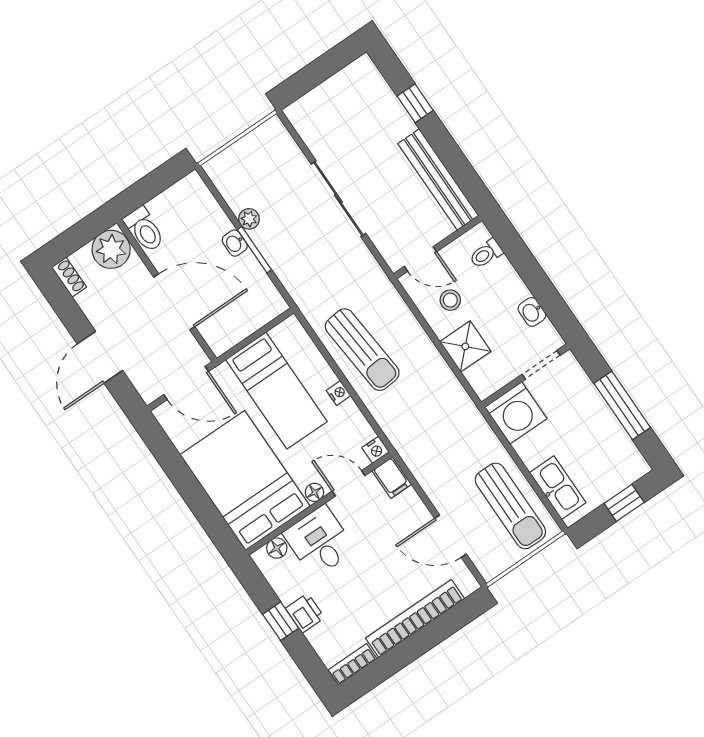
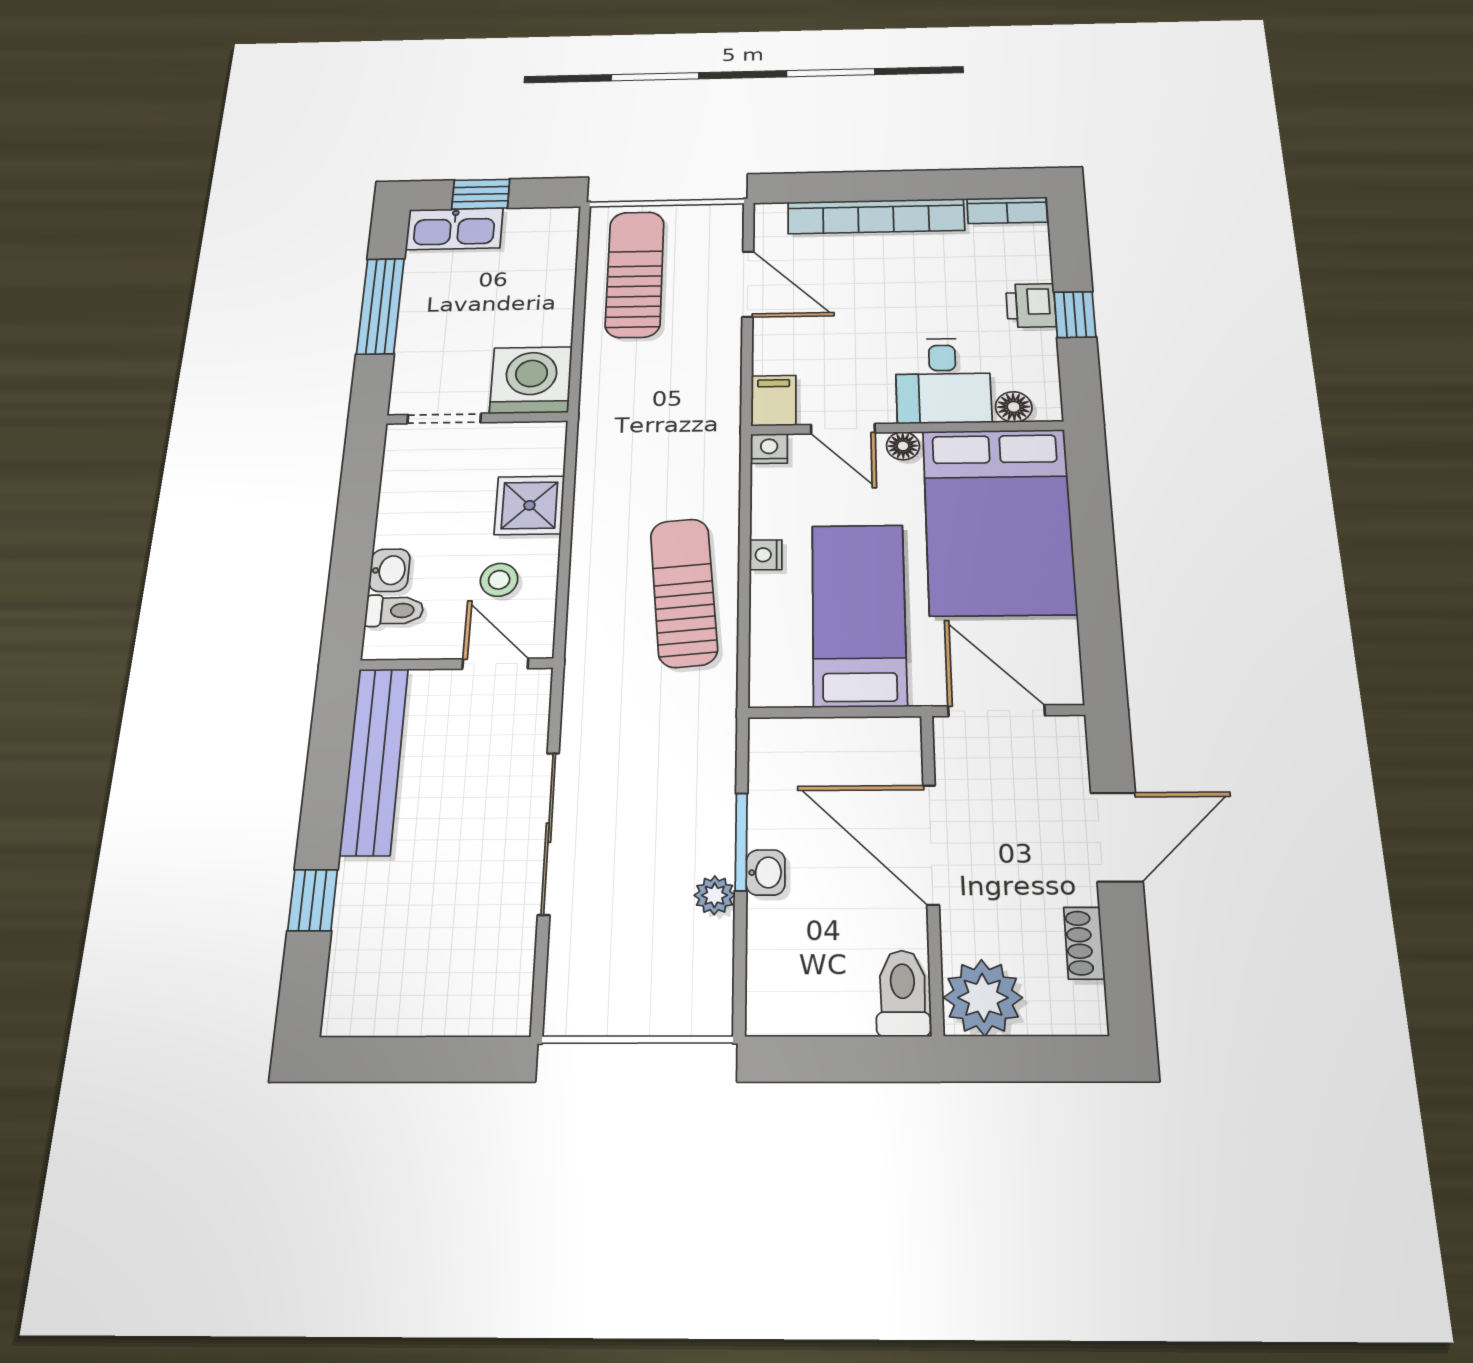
shoe rack: (69, 277) -> (1084, 943), moved
washbasin: (532, 312) -> (389, 570), moved
kitchen sink: (558, 488) -> (454, 229), moved, turned -90

